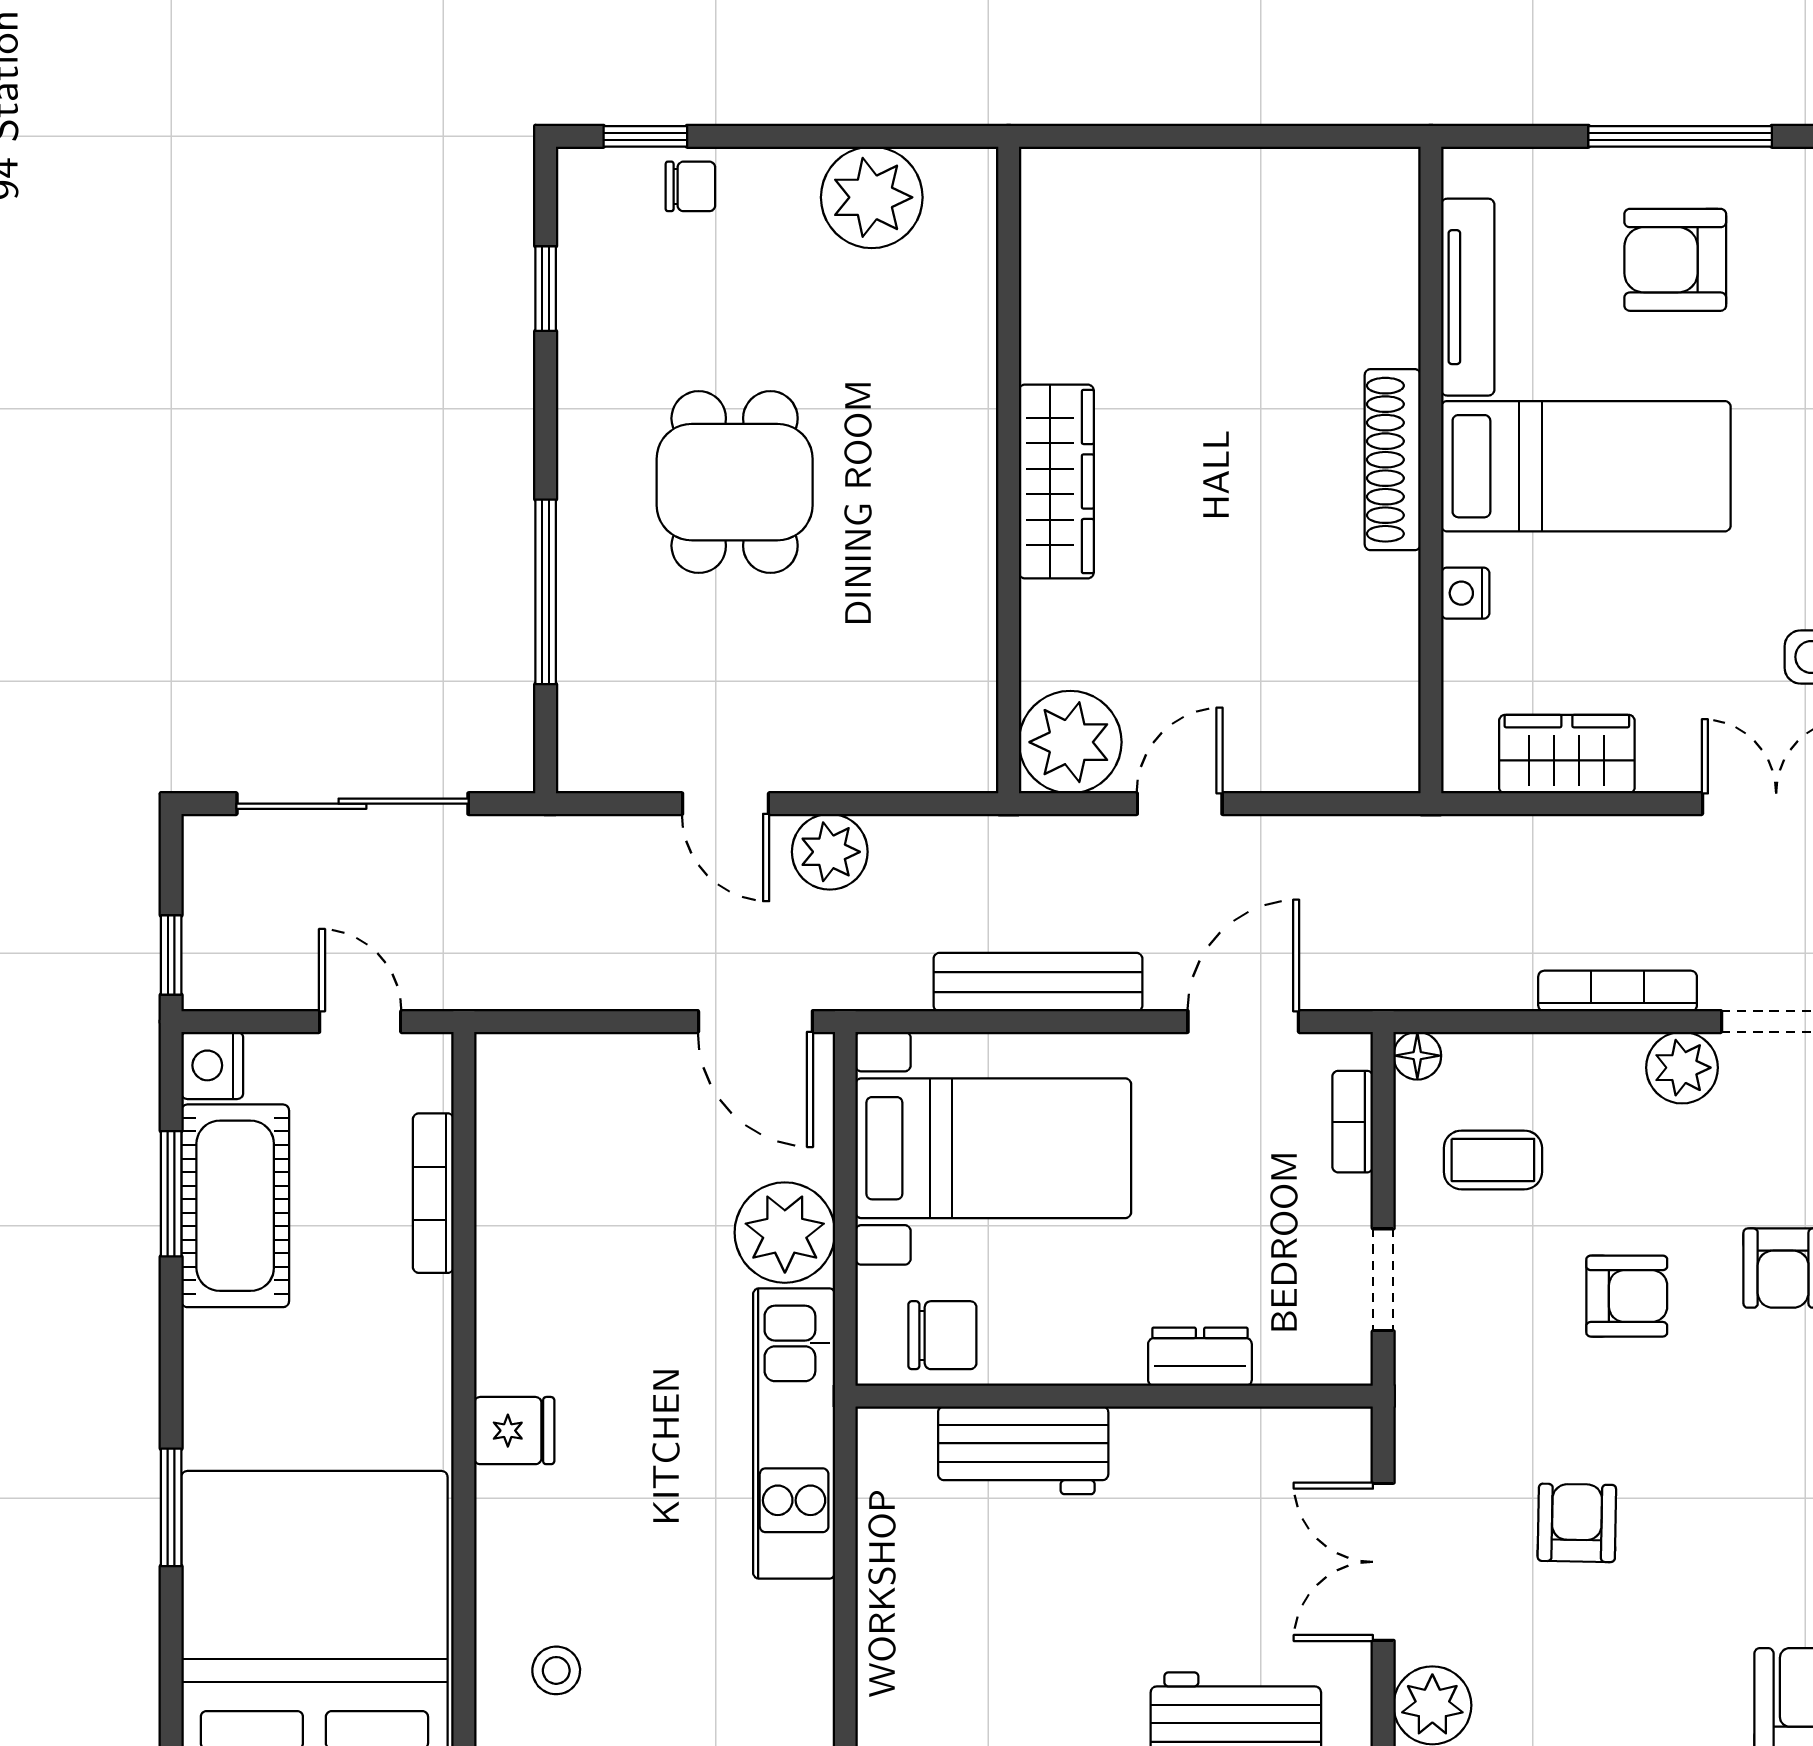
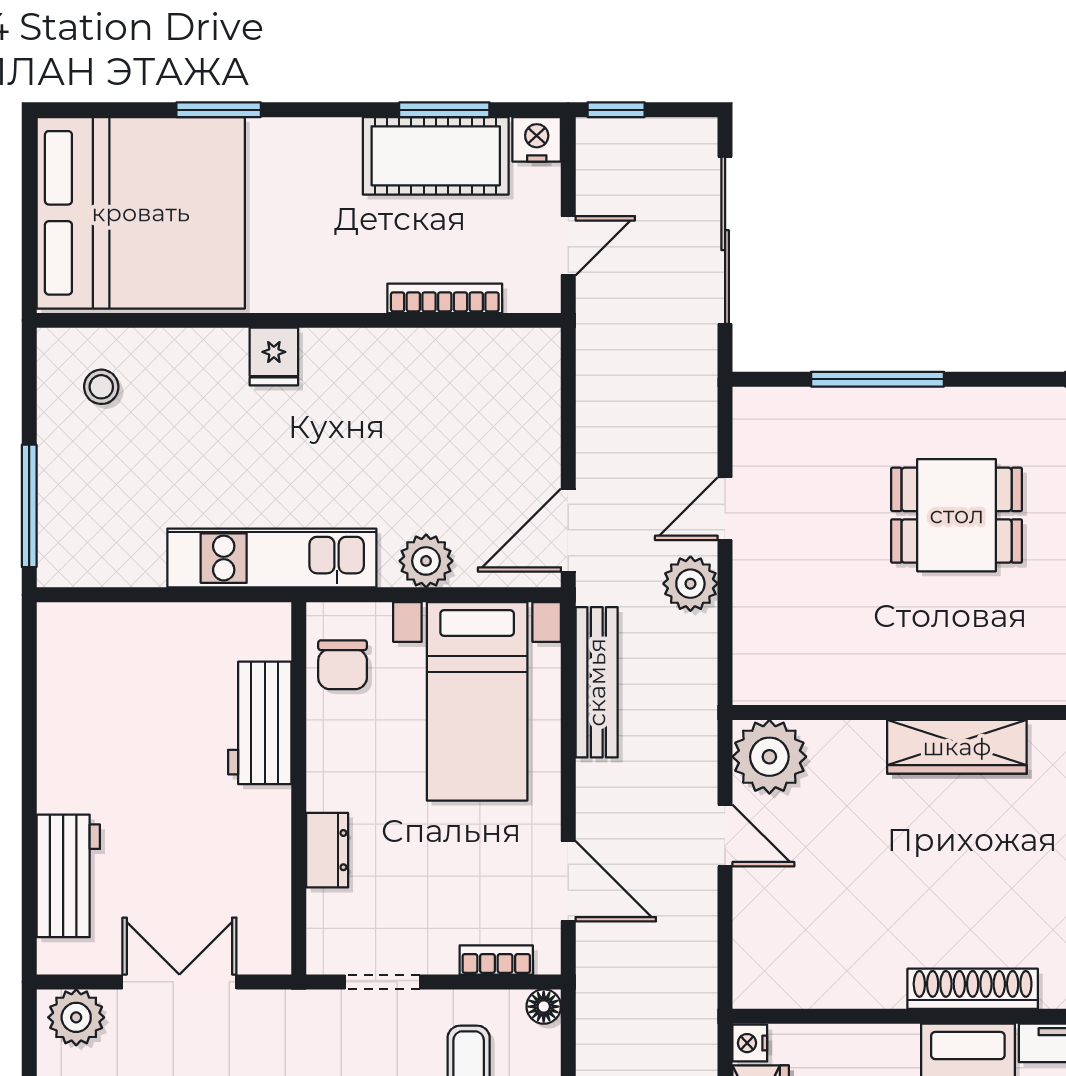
nightstand: (1465, 593) -> (750, 1043), moved, turned -90
bench: (1038, 982) -> (597, 682), moved
plant: (785, 1233) -> (426, 561), width x0.73, depth x0.73

